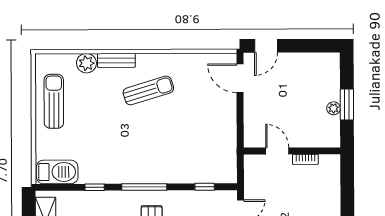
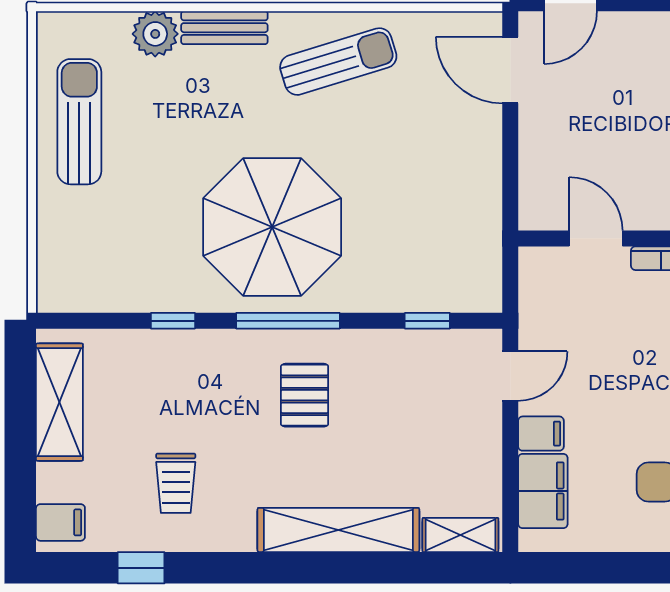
sun lounger: (148, 90) -> (338, 62), moved
parasol: (137, 146) -> (272, 227), added
barbecue: (57, 172) -> (86, 285), removed

